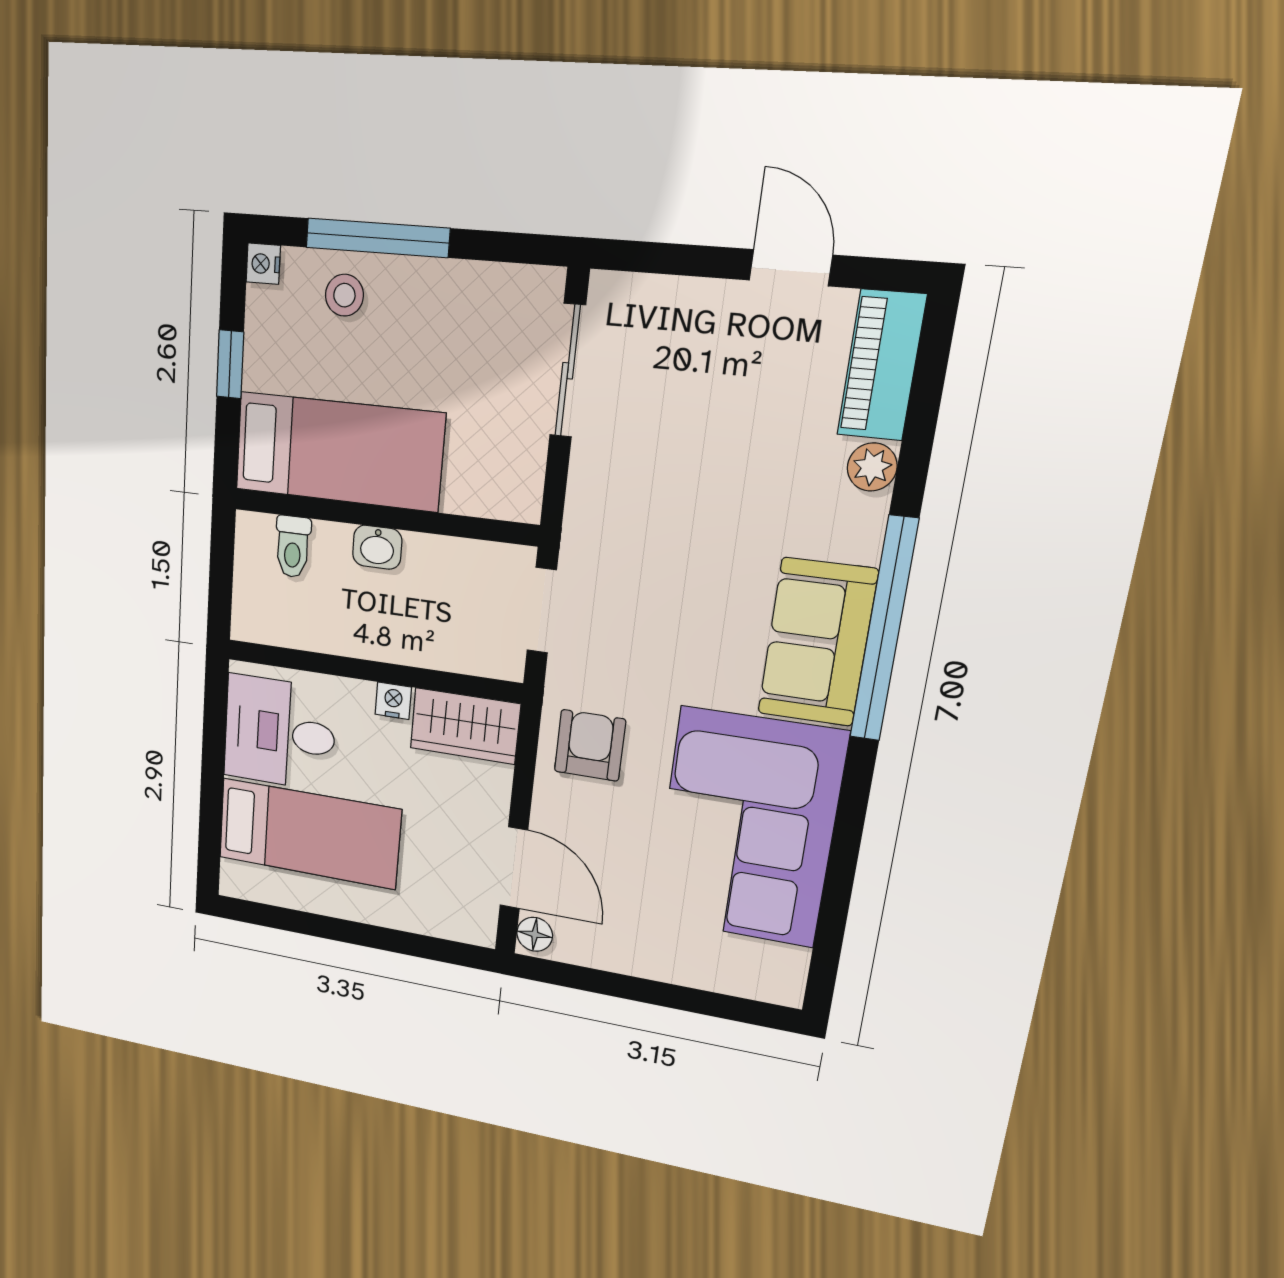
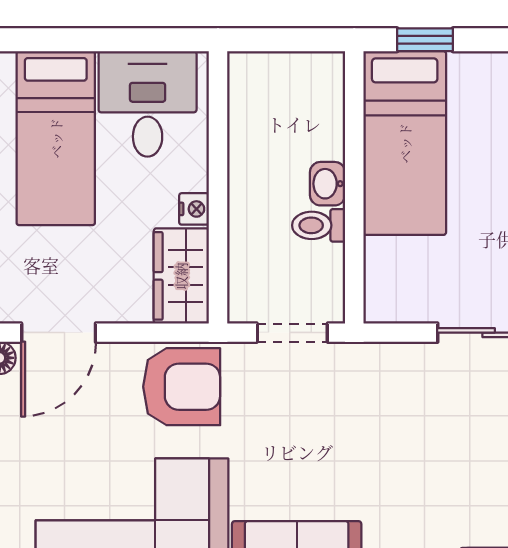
window: (230, 364) -> (425, 40), moved
toilet: (293, 547) -> (319, 225), moved
armchair: (590, 745) -> (182, 387), width x1.38, depth x1.38

